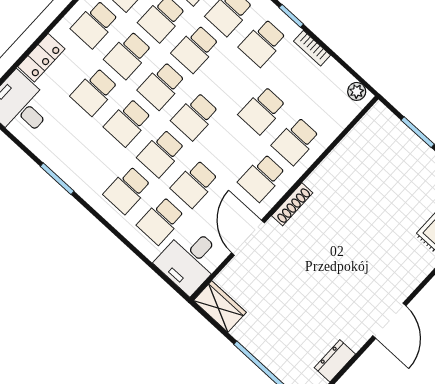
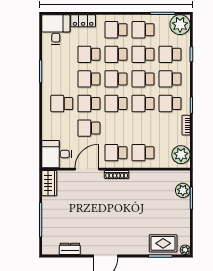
plant: (357, 91) -> (181, 155), width x1.88, depth x1.88
school desk: (262, 110) -> (143, 104), moved
plant: (397, 134) -> (183, 190), added
school desk: (161, 221) -> (62, 128), removed

